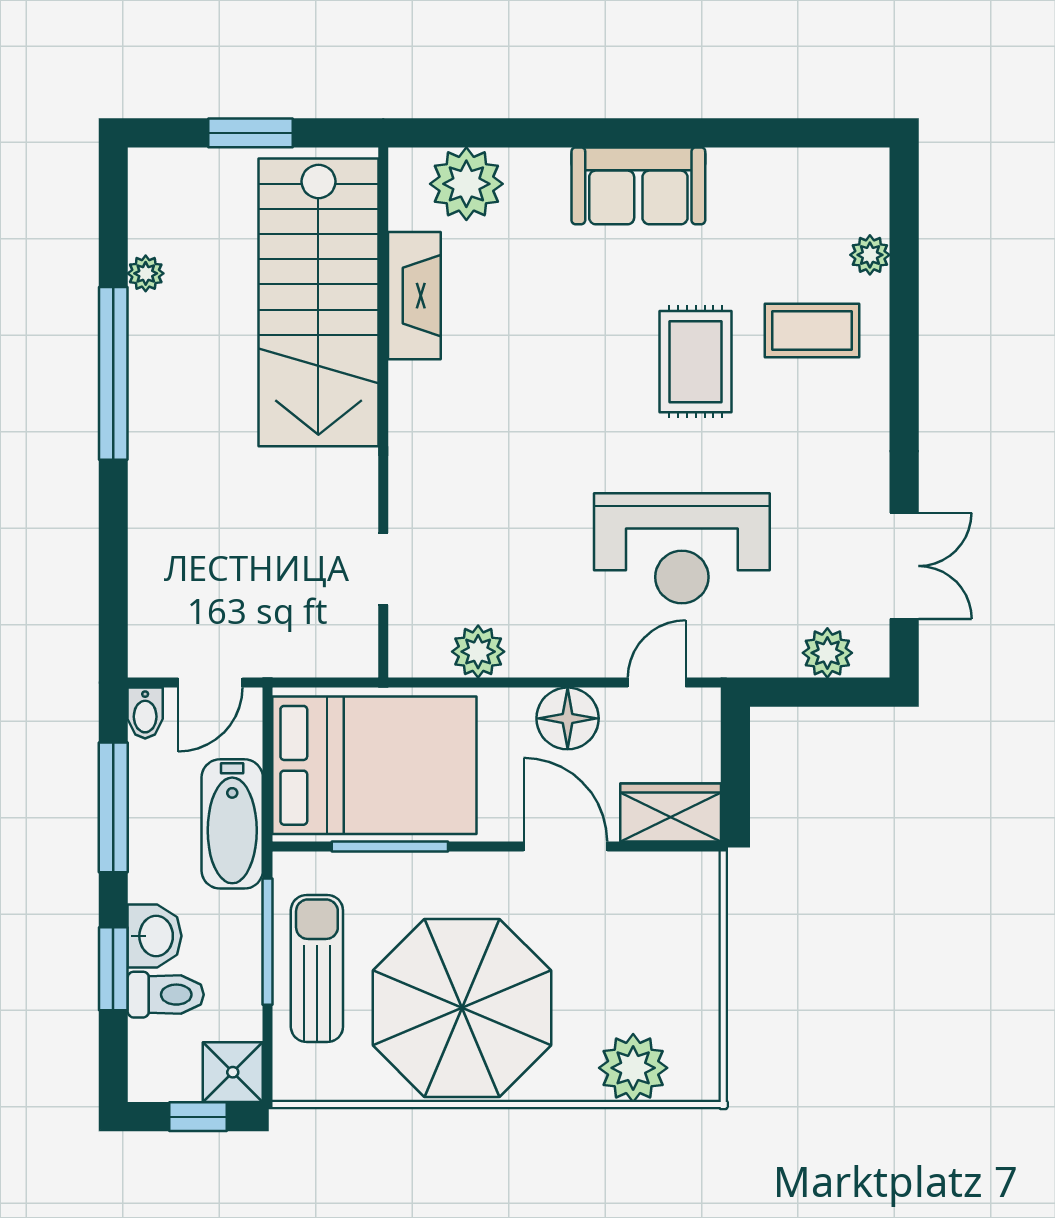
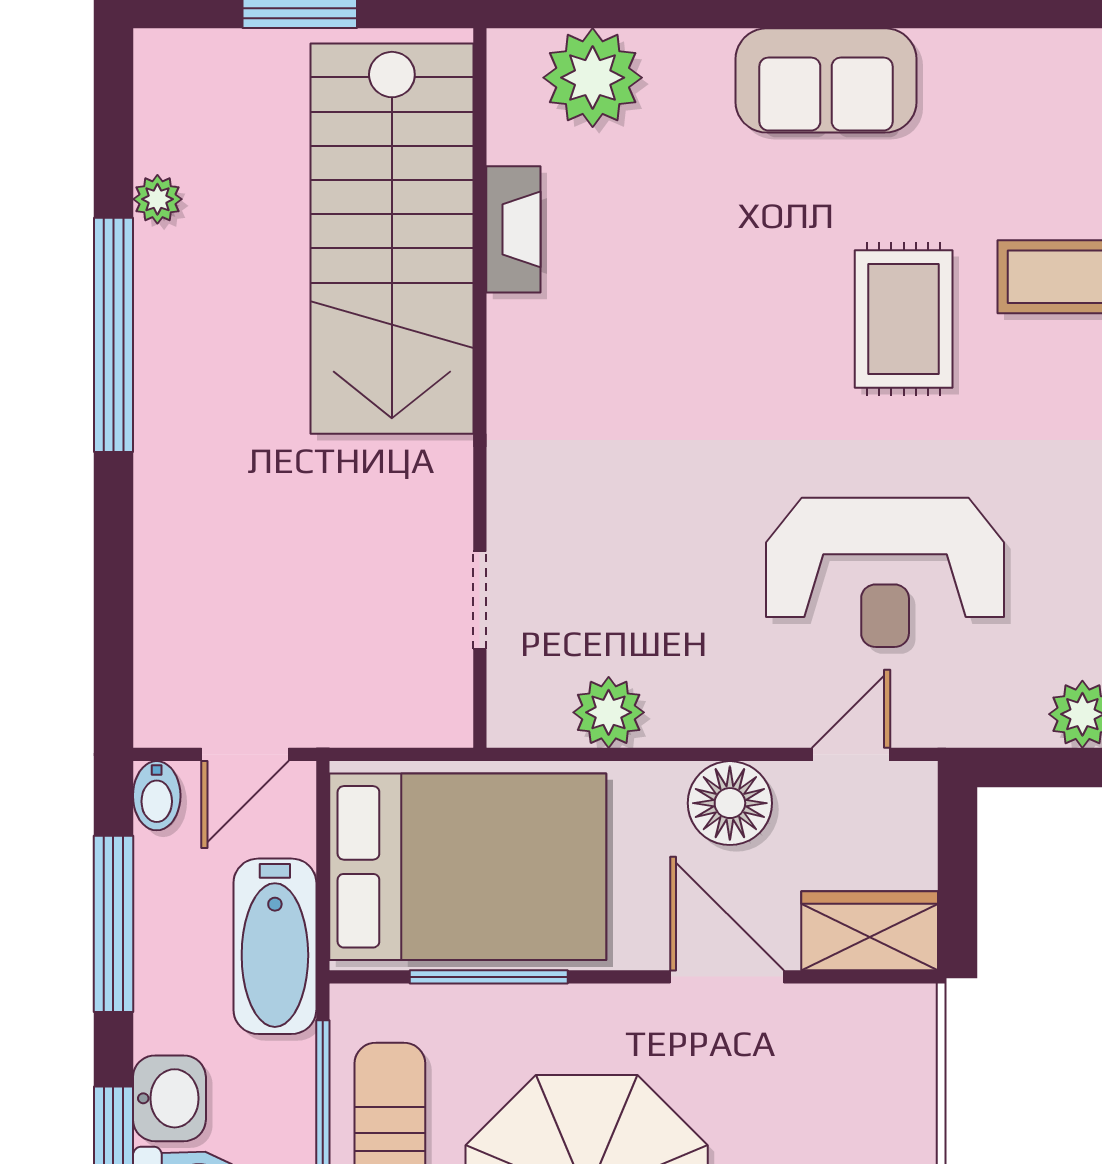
fireplace: (414, 296) -> (513, 229), width x0.73, depth x0.76

